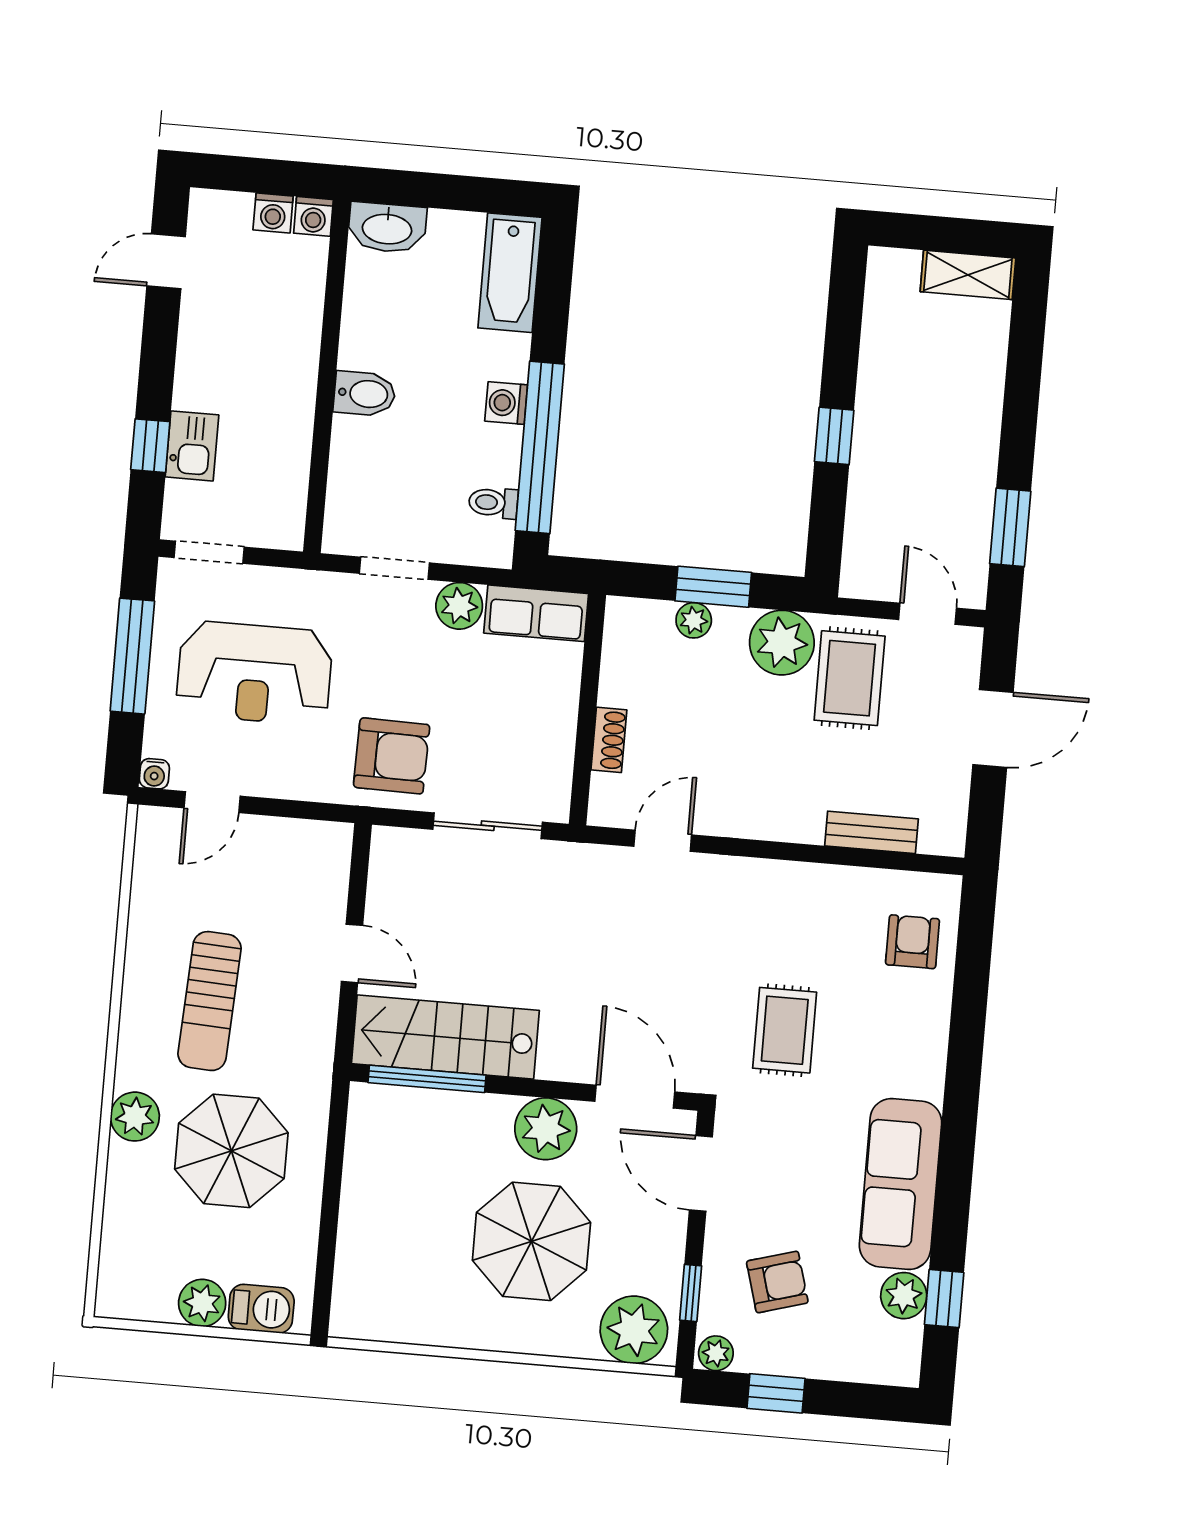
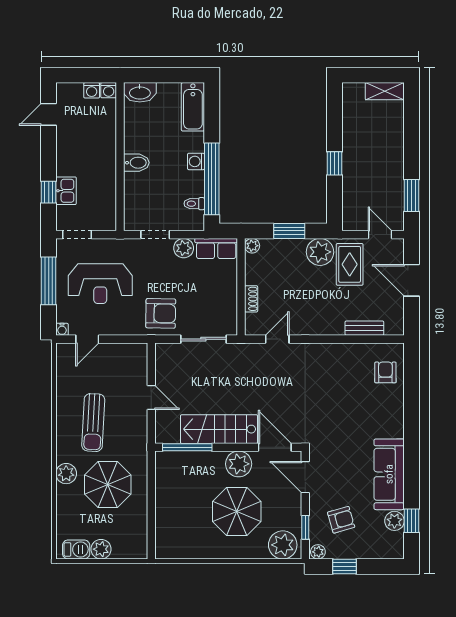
plant: (694, 620) -> (252, 246), moved
door: (993, 728) -> (411, 280), swing flipped
rug: (785, 1030) -> (335, 414), removed
stairs: (445, 1037) -> (219, 429), moved
barbecue: (261, 1309) -> (76, 549), moved

